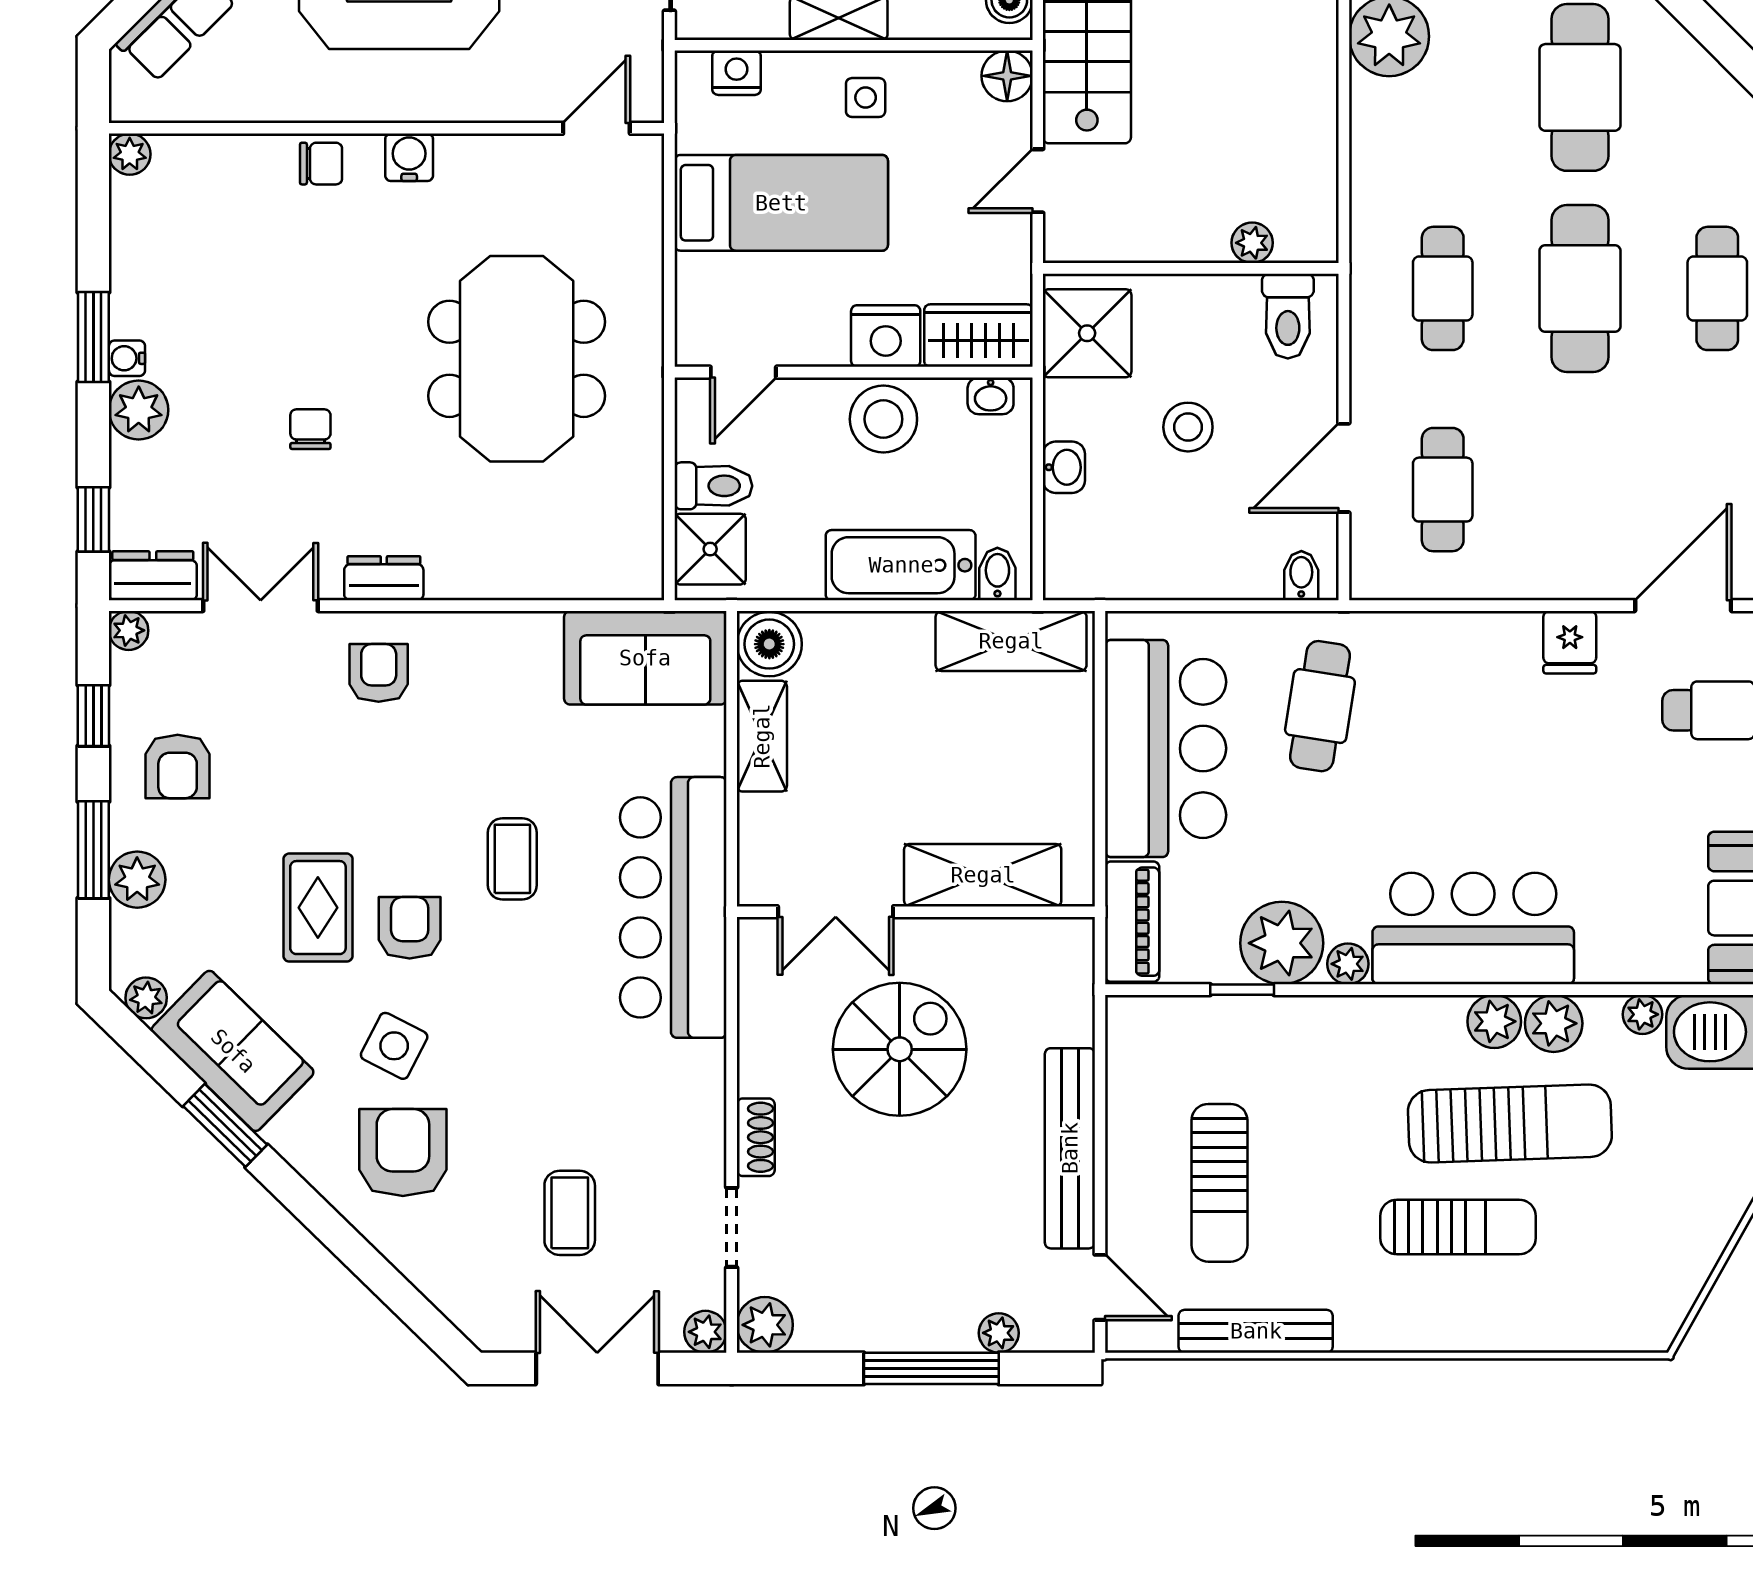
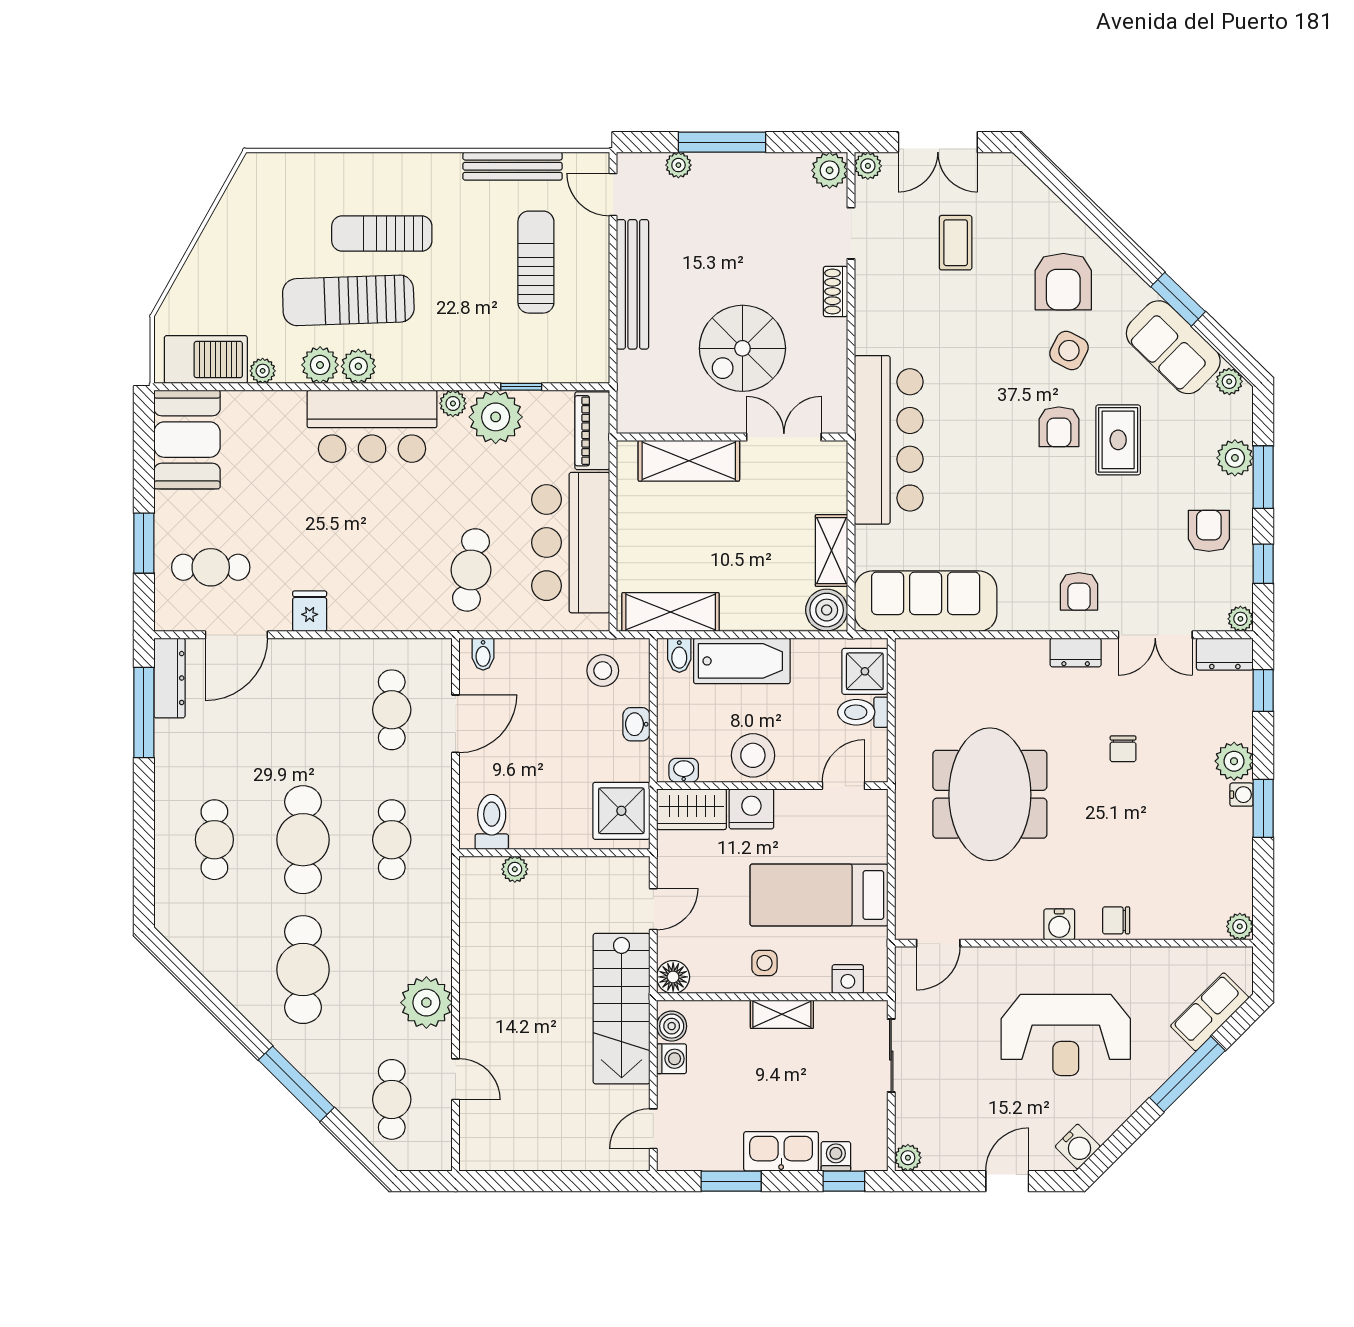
stool: (1188, 427) -> (603, 671), moved
sofa: (645, 658) -> (926, 601), width x1.36
coffee table: (512, 859) -> (993, 471), removed

